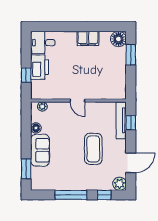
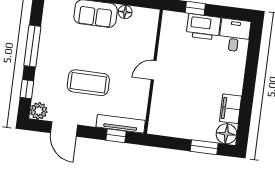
filing cabinet: (88, 38) -> (231, 109), moved
plant: (42, 106) -> (152, 24), removed

